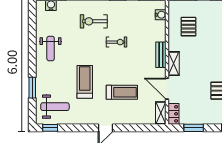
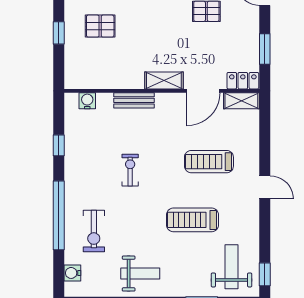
exercise bike: (94, 21) -> (94, 231), moved
pallet: (188, 27) -> (100, 26), moved
bench: (161, 55) -> (134, 100), moved
treadmill: (122, 92) -> (209, 162), turned -90

